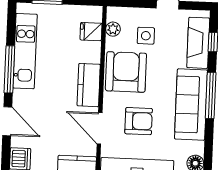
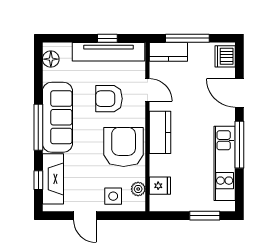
side table: (146, 36) -> (113, 196), moved
armchair: (126, 72) -> (124, 147), turned 180
door: (100, 128) -> (147, 90), width x0.73

